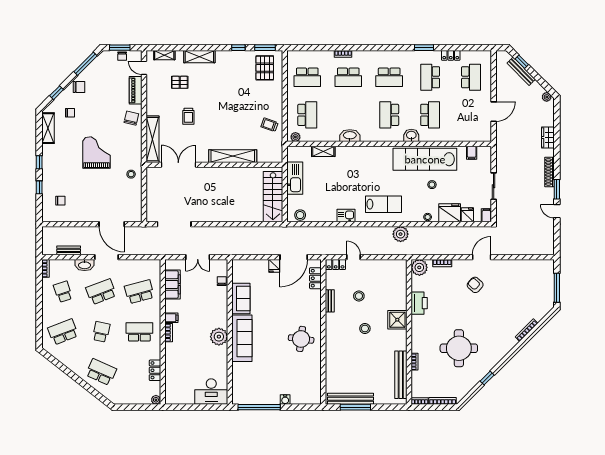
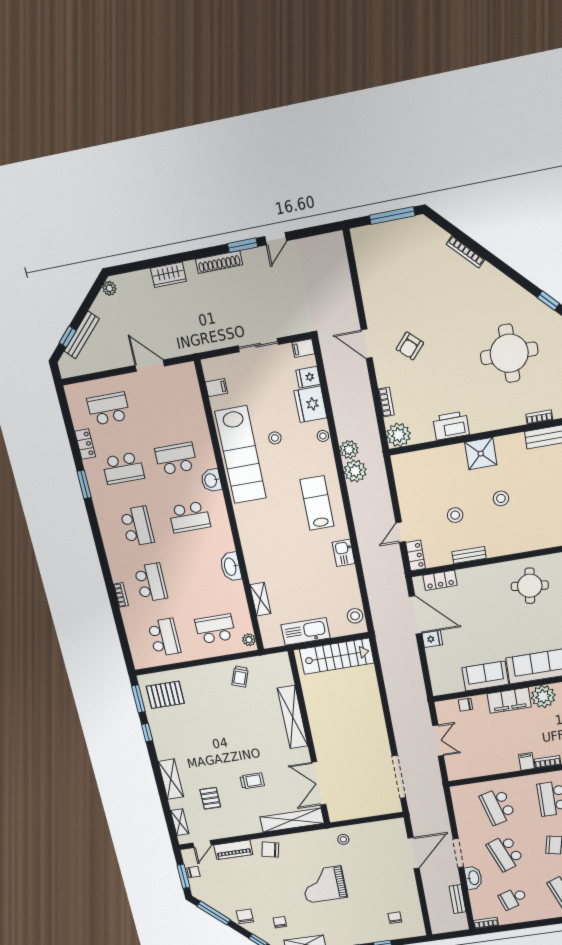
plant: (415, 233) -> (349, 450), added
filing cabinet: (173, 284) -> (509, 700), moved, turned 180

